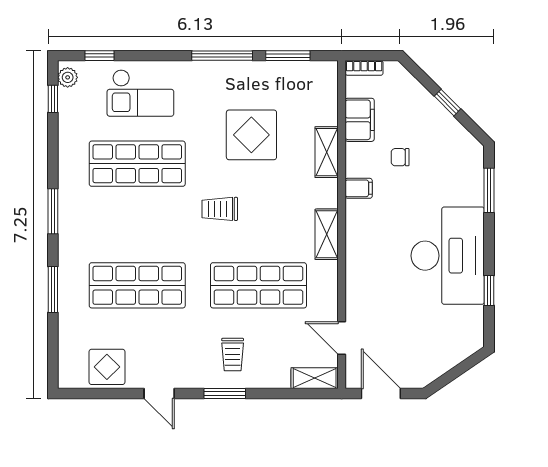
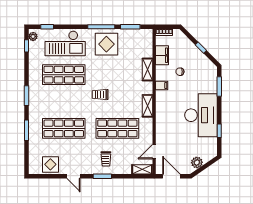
checkout: (140, 93) -> (65, 43), width x1.36, depth x1.21
display table: (251, 135) -> (106, 44), moved
door: (342, 338) -> (154, 152), hinge flipped
plant: (438, 363) -> (197, 163), added

